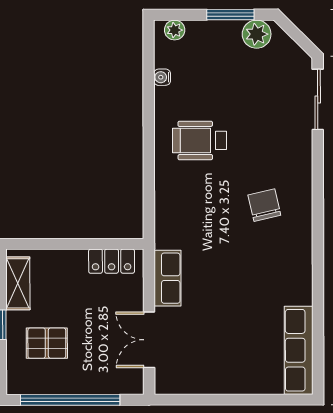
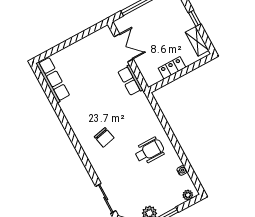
locker: (112, 261) -> (172, 68), moved
pallet: (47, 343) -> (169, 21), removed

